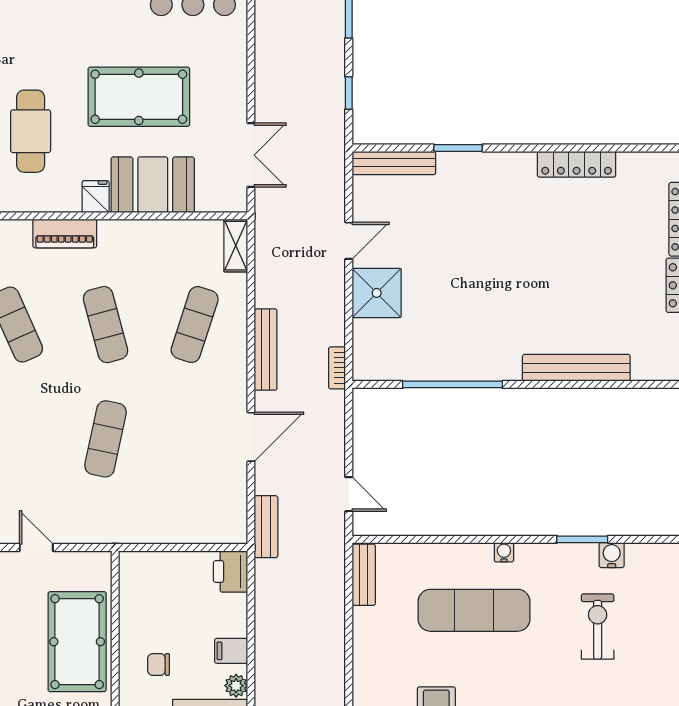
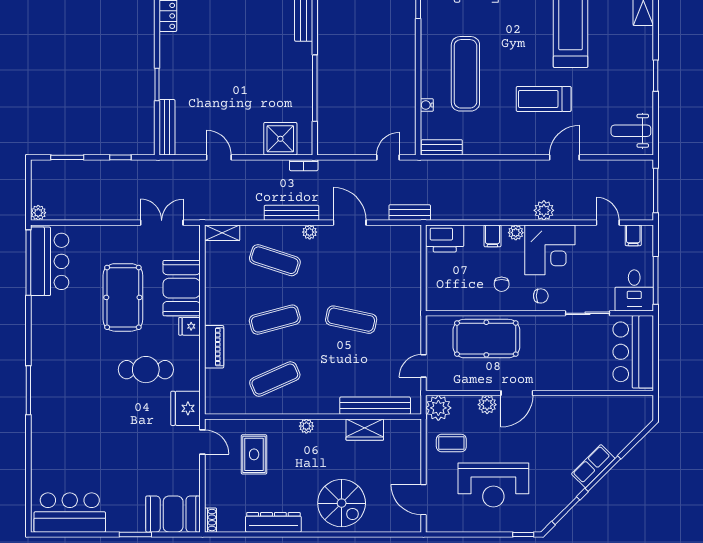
shower: (377, 293) -> (280, 139), moved
plant: (237, 377) -> (310, 232), added
water cooler: (504, 552) -> (427, 105), moved
printer: (231, 571) -> (445, 238), width x1.37, depth x1.19

